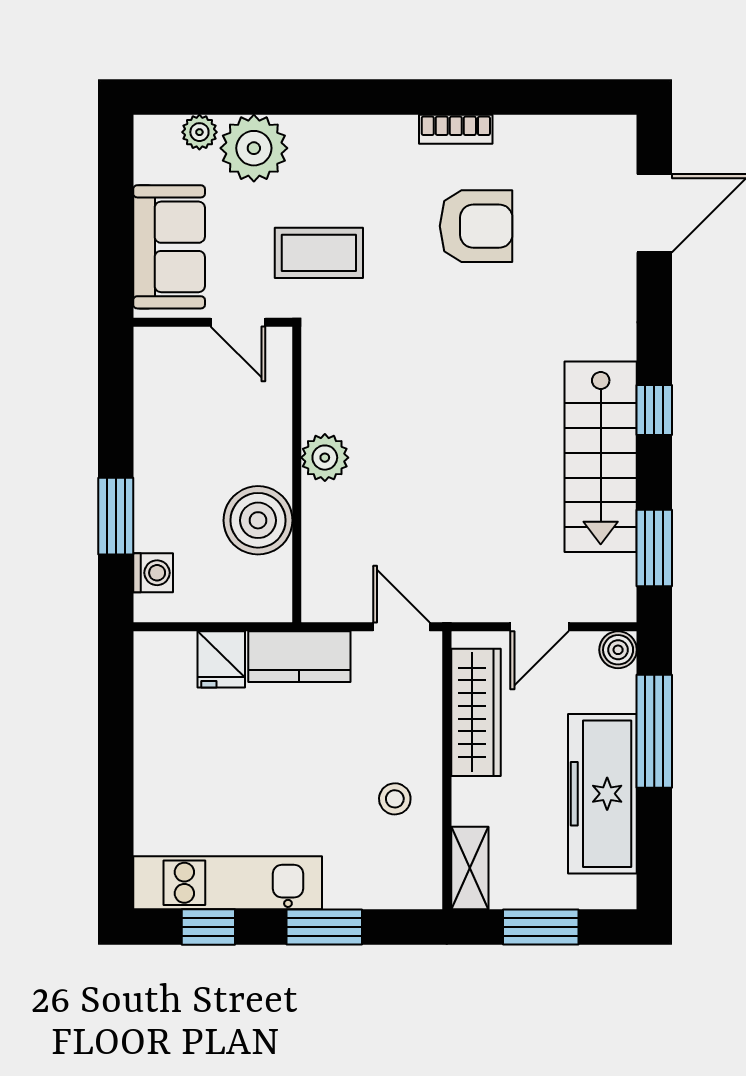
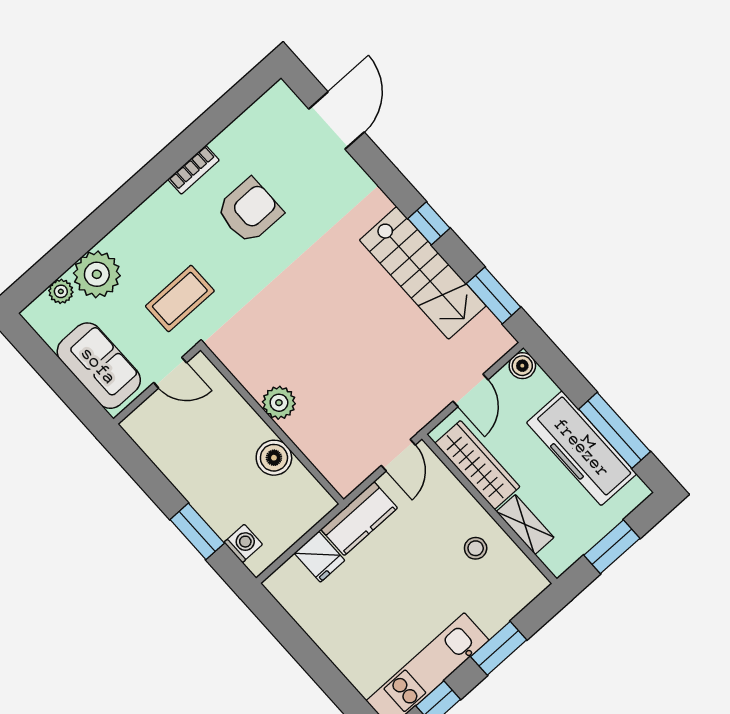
boiler: (258, 520) -> (274, 458), width x0.73, depth x0.73
door: (401, 627) -> (398, 455), swing flipped
window: (654, 731) -> (615, 430), moved
shelving: (470, 868) -> (525, 525), moved

